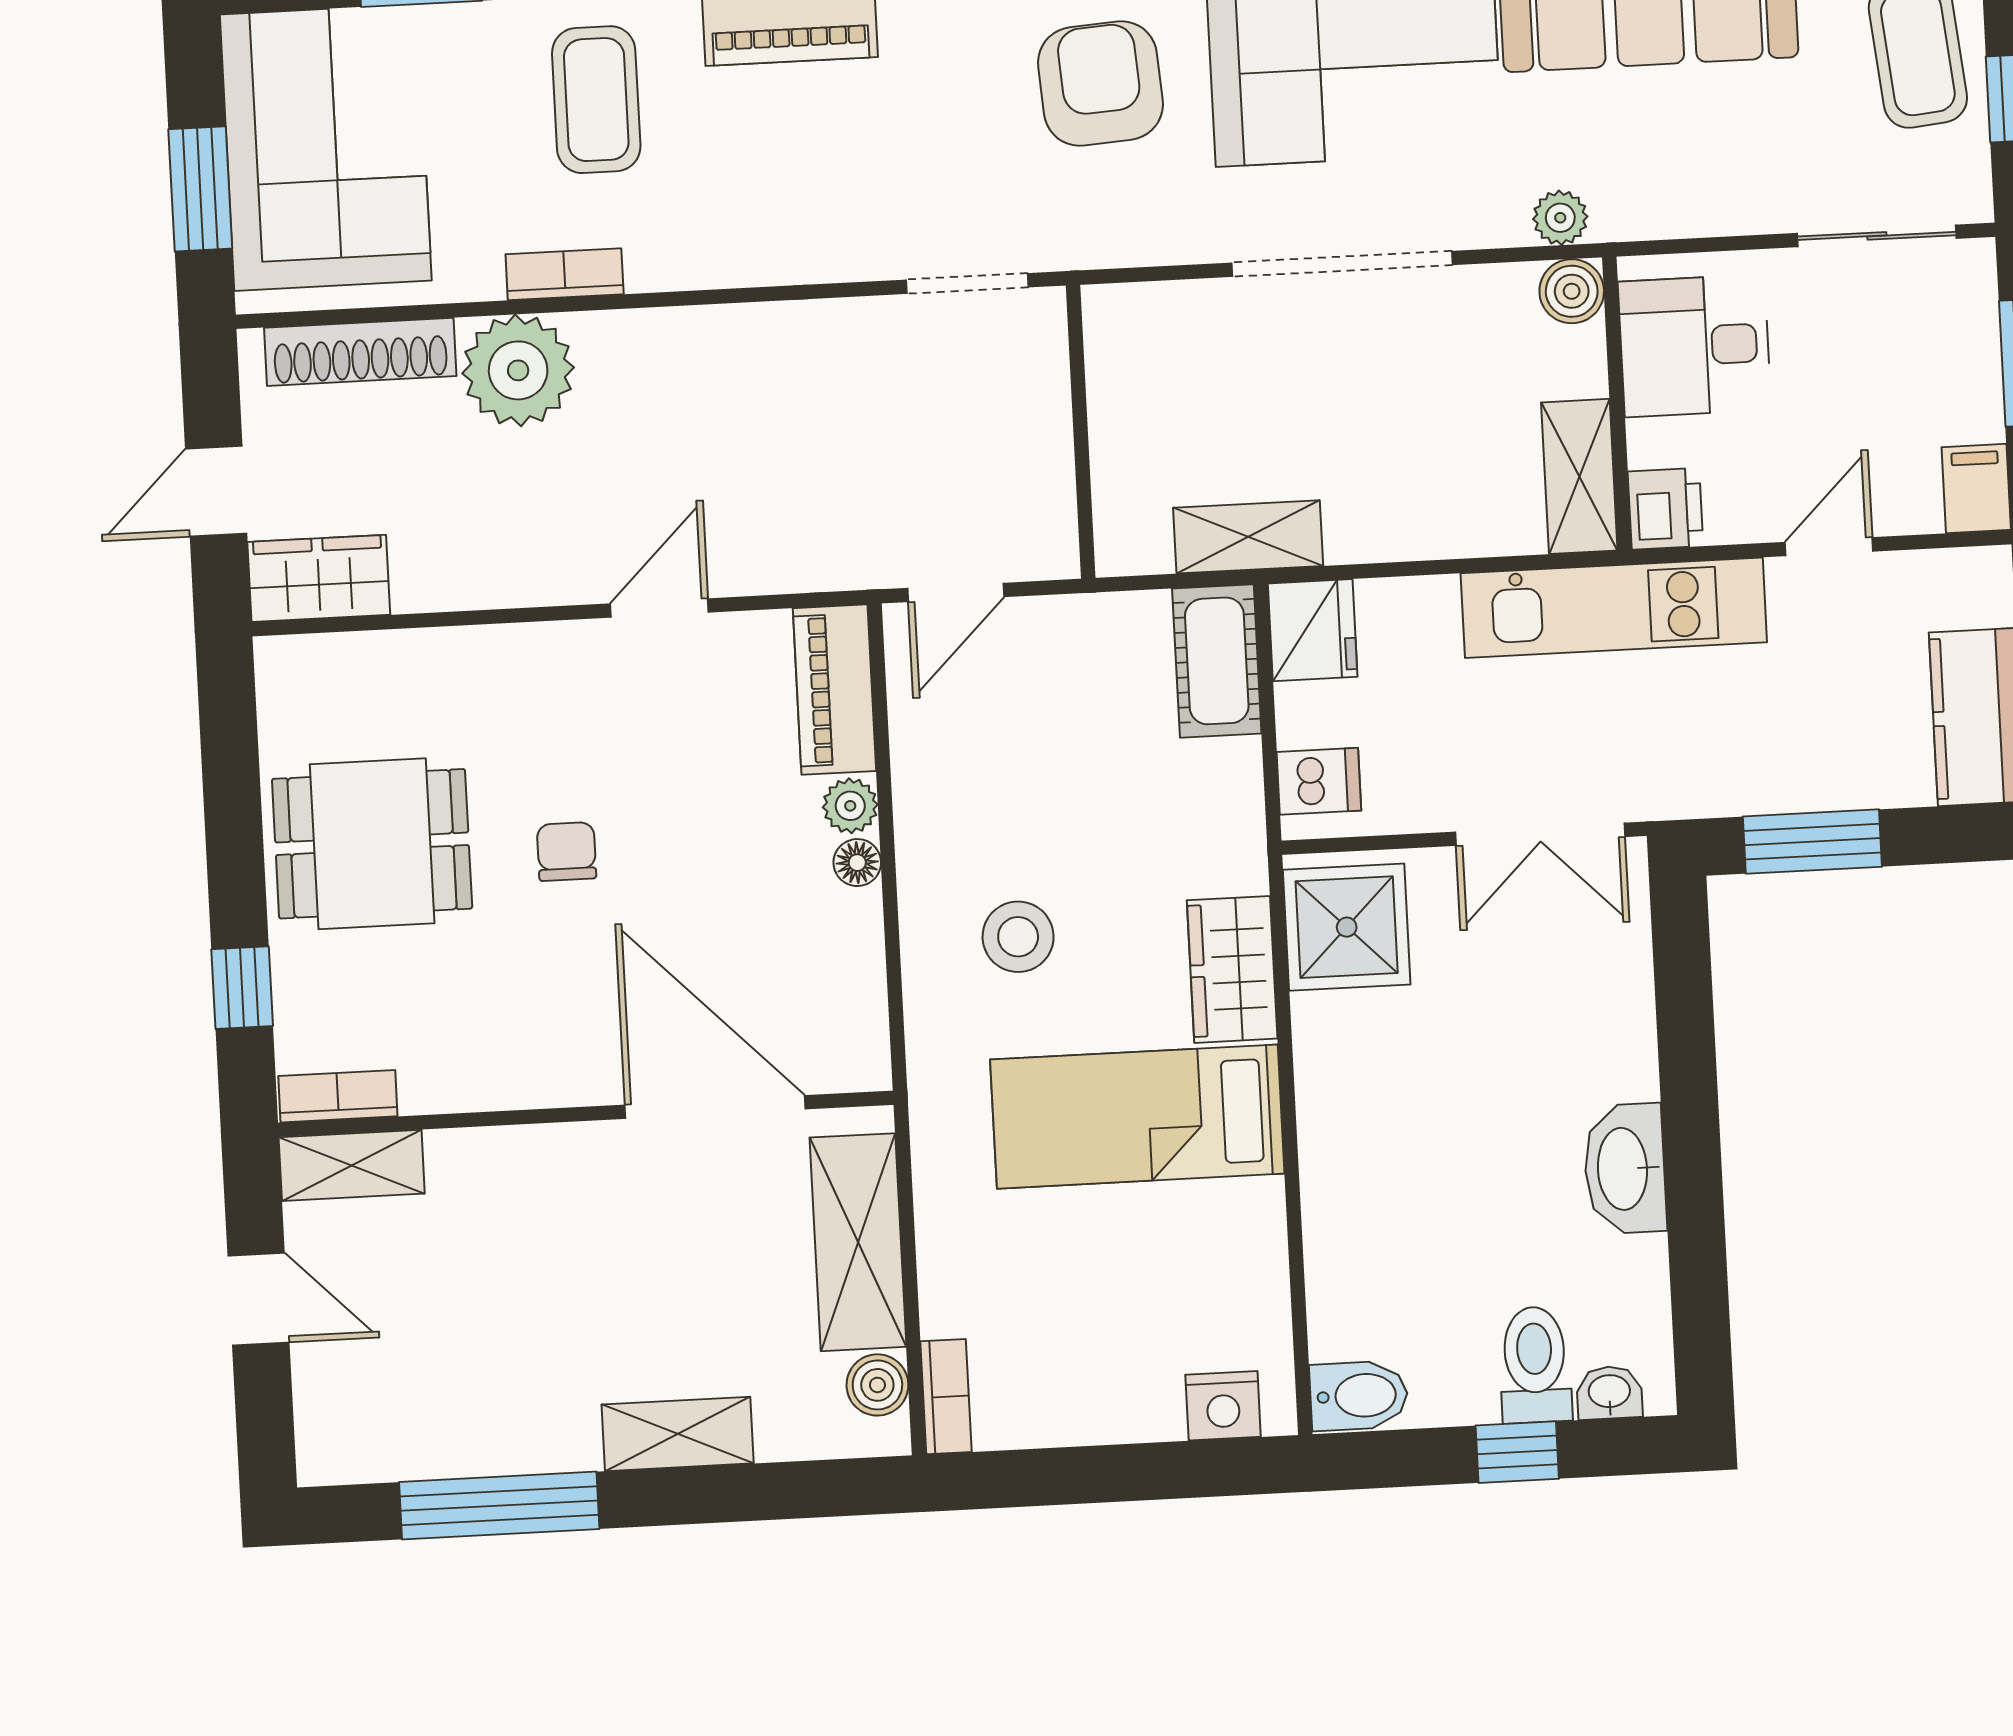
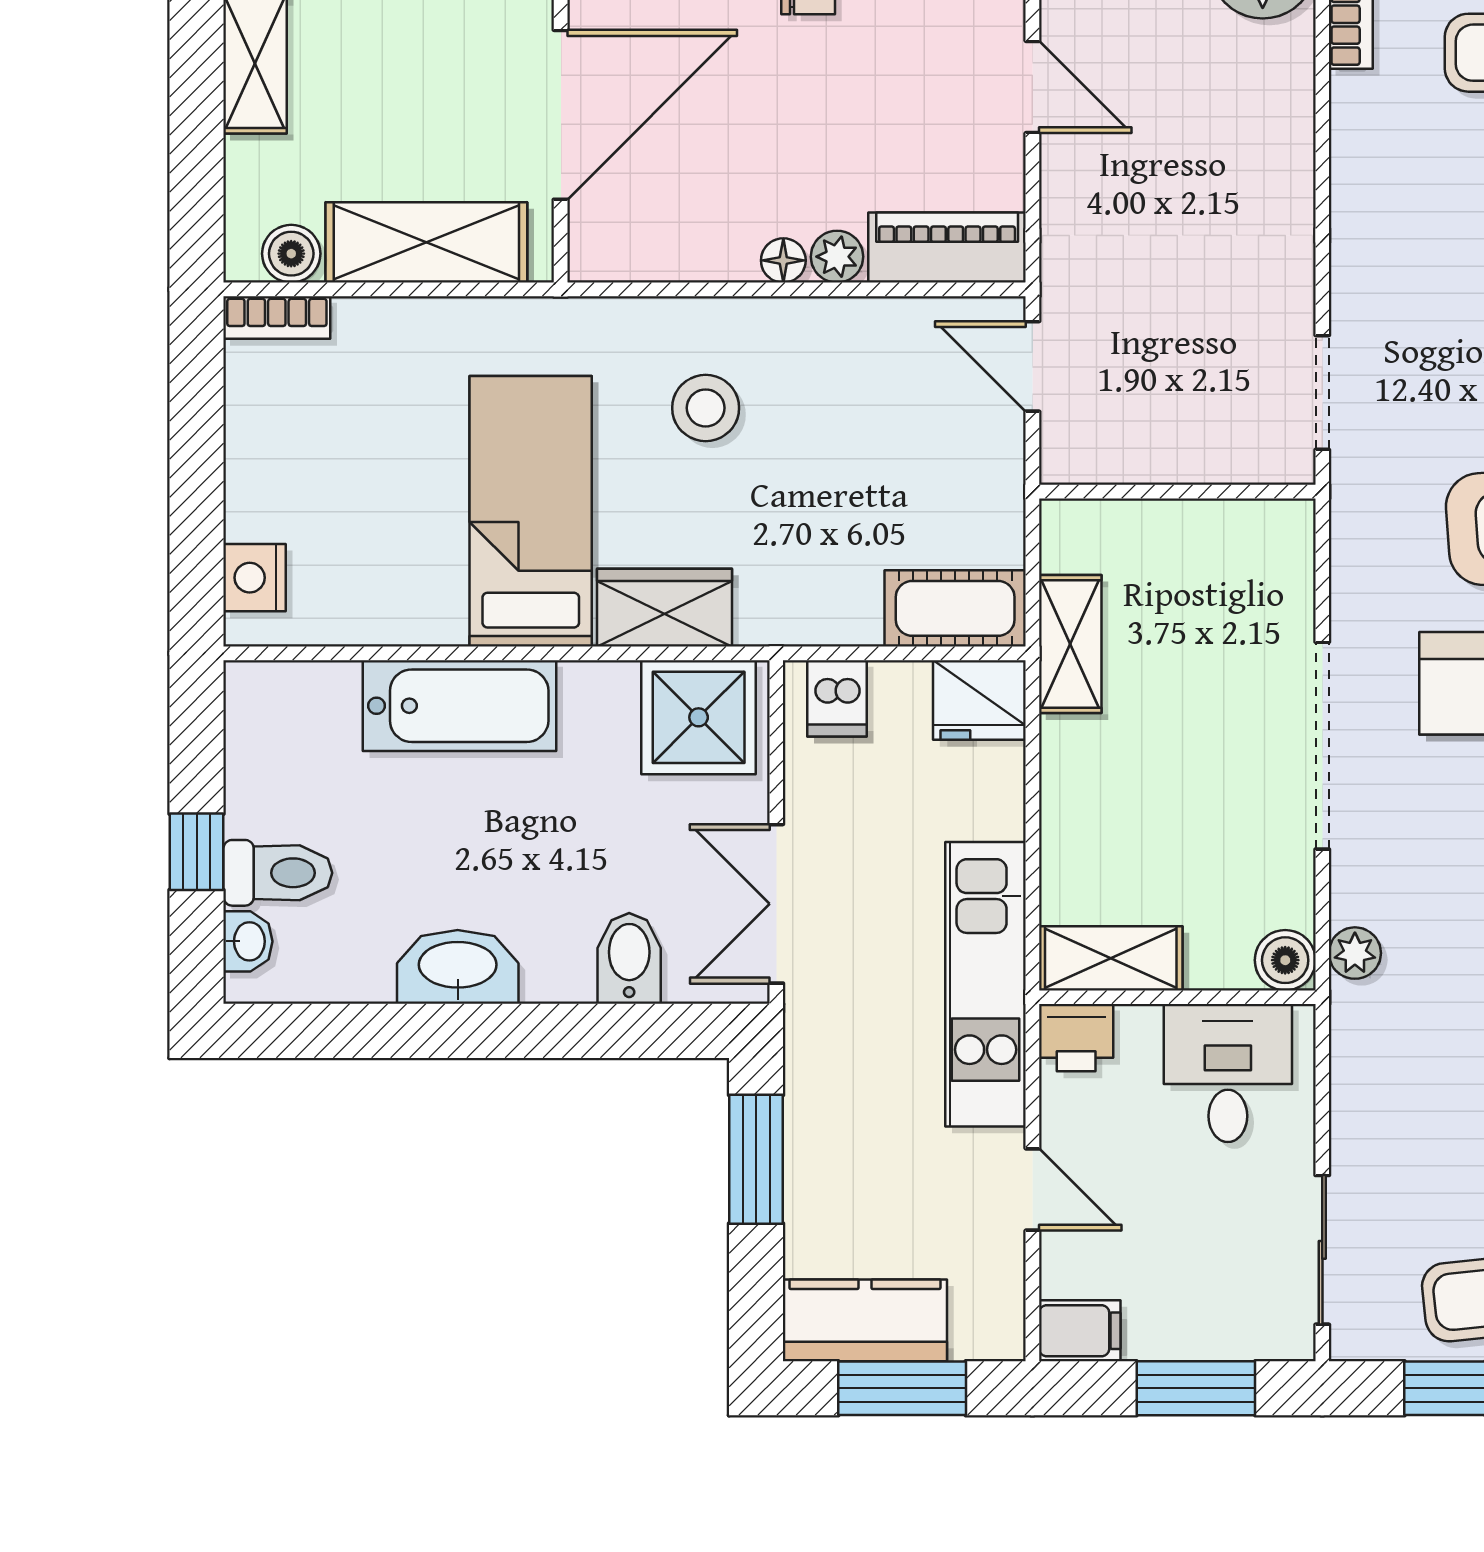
bathtub: (1348, 1181) -> (460, 706), added
bidet: (1359, 1396) -> (629, 958), moved, turned 180

